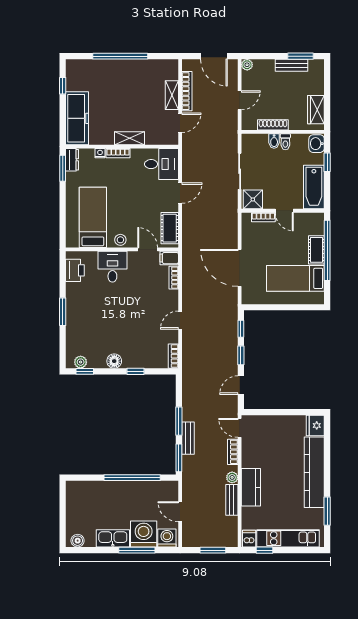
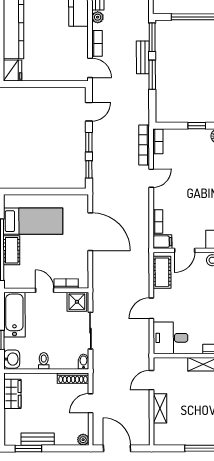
bookcase: (187, 91) -> (144, 145), moved
shoe rack: (273, 125) -> (73, 378), moved
bidet: (274, 141) -> (84, 362), moved
door: (148, 249) -> (185, 250), hinge flipped

